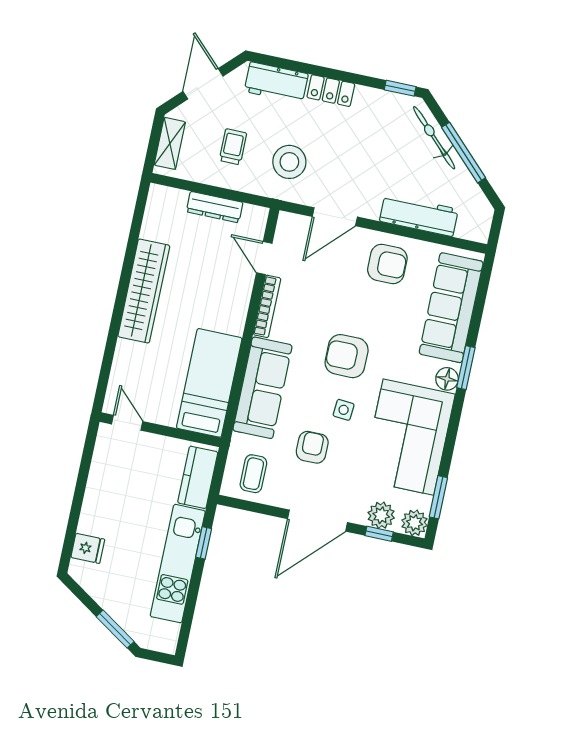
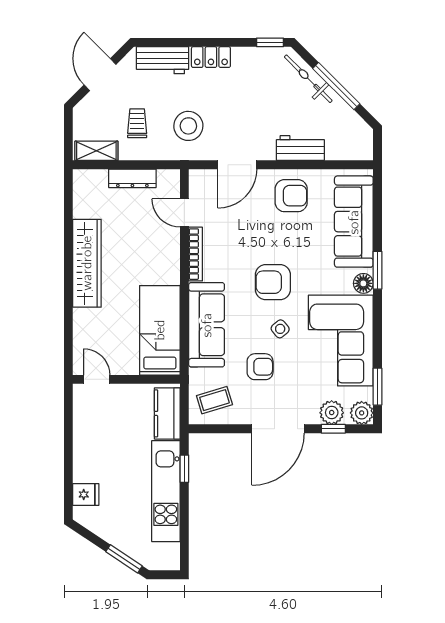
shelving: (170, 143) -> (96, 151), moved, turned 90
workbench: (419, 215) -> (300, 148), width x0.73
side table: (344, 410) -> (280, 329), turned 45
armchair: (312, 447) -> (260, 367), turned 90
coffee table: (253, 474) -> (214, 400), turned 73

